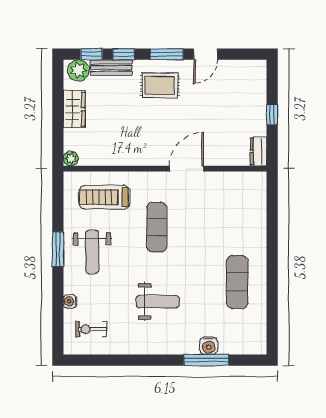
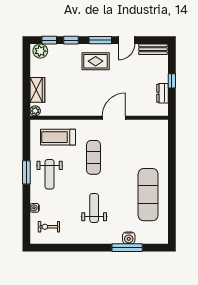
bench: (111, 68) -> (153, 49), moved
wardrobe: (74, 109) -> (37, 90), moved
dresser: (258, 151) -> (163, 93), moved
exercise mat: (237, 282) -> (148, 195), width x1.36, depth x1.45
weight bench: (158, 302) -> (94, 208), turned -90

